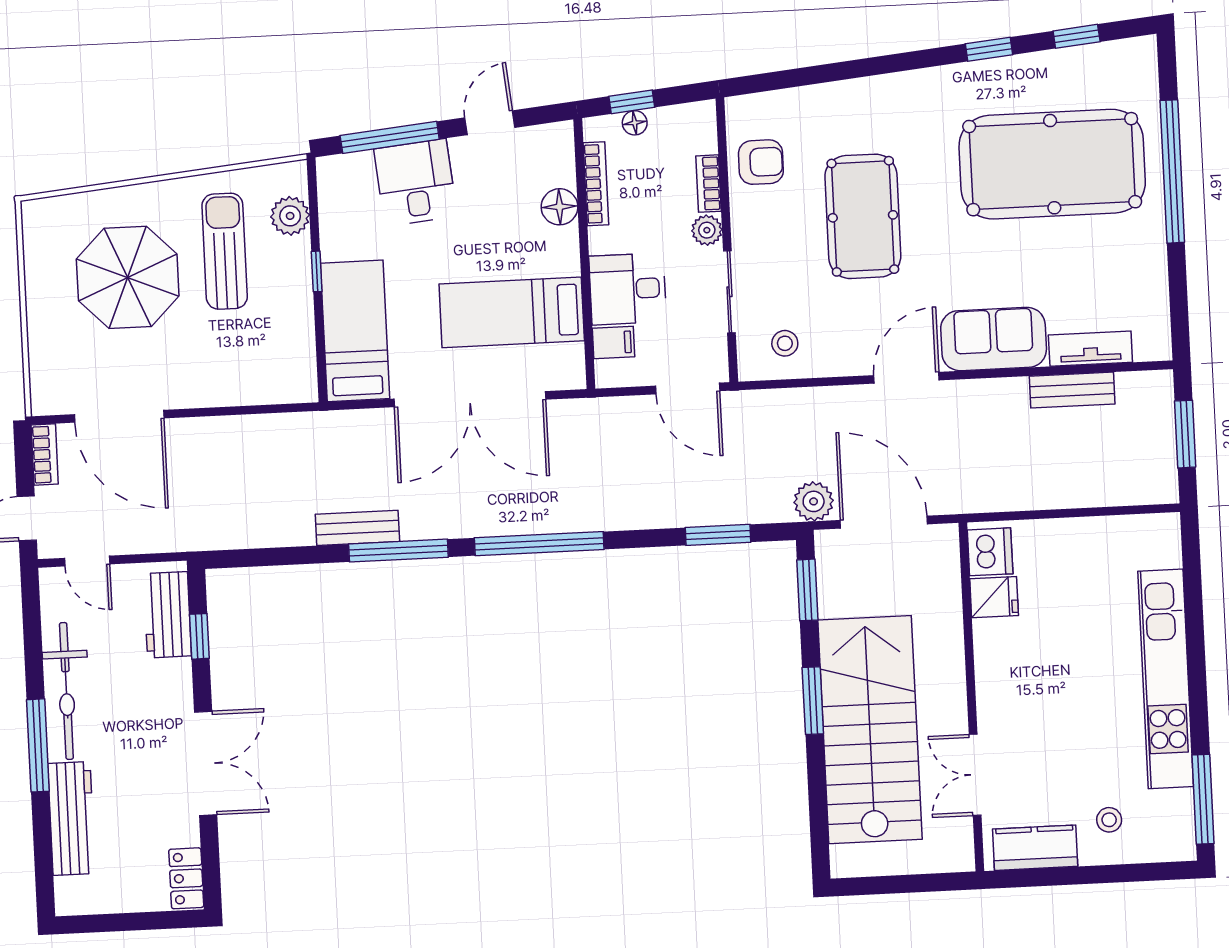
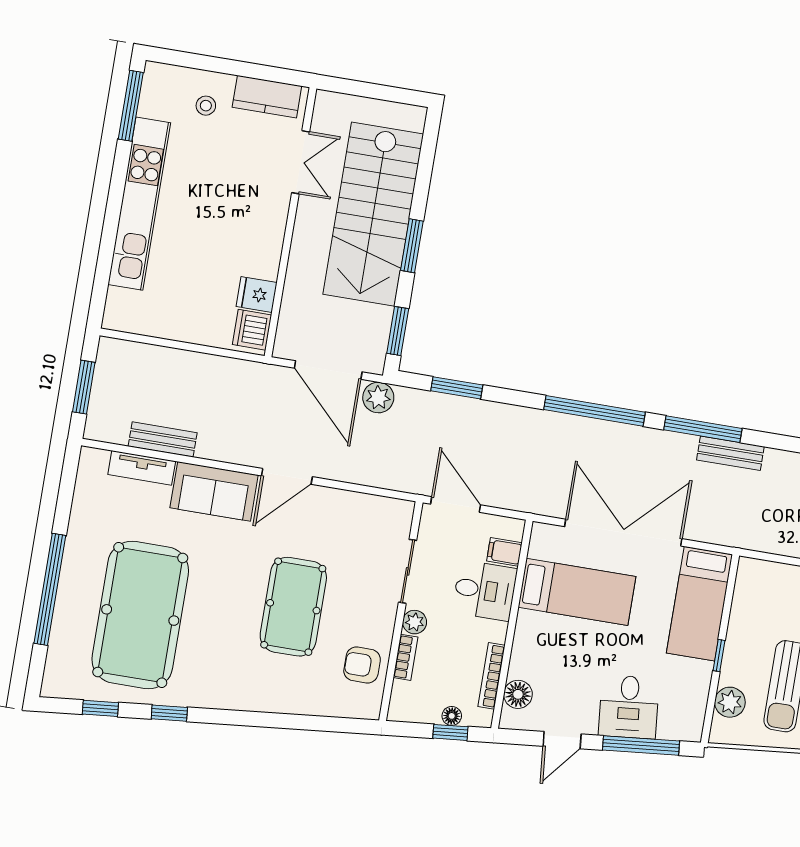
pool table: (1052, 164) -> (140, 615), turned 90
floor lamp: (560, 207) -> (518, 694), moved
stool: (785, 343) -> (374, 523), removed

